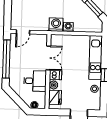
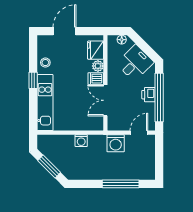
washing machine: (56, 25) -> (116, 143), moved
printer: (15, 61) -> (149, 95), added
desk: (35, 81) -> (135, 63), moved, turned 135

